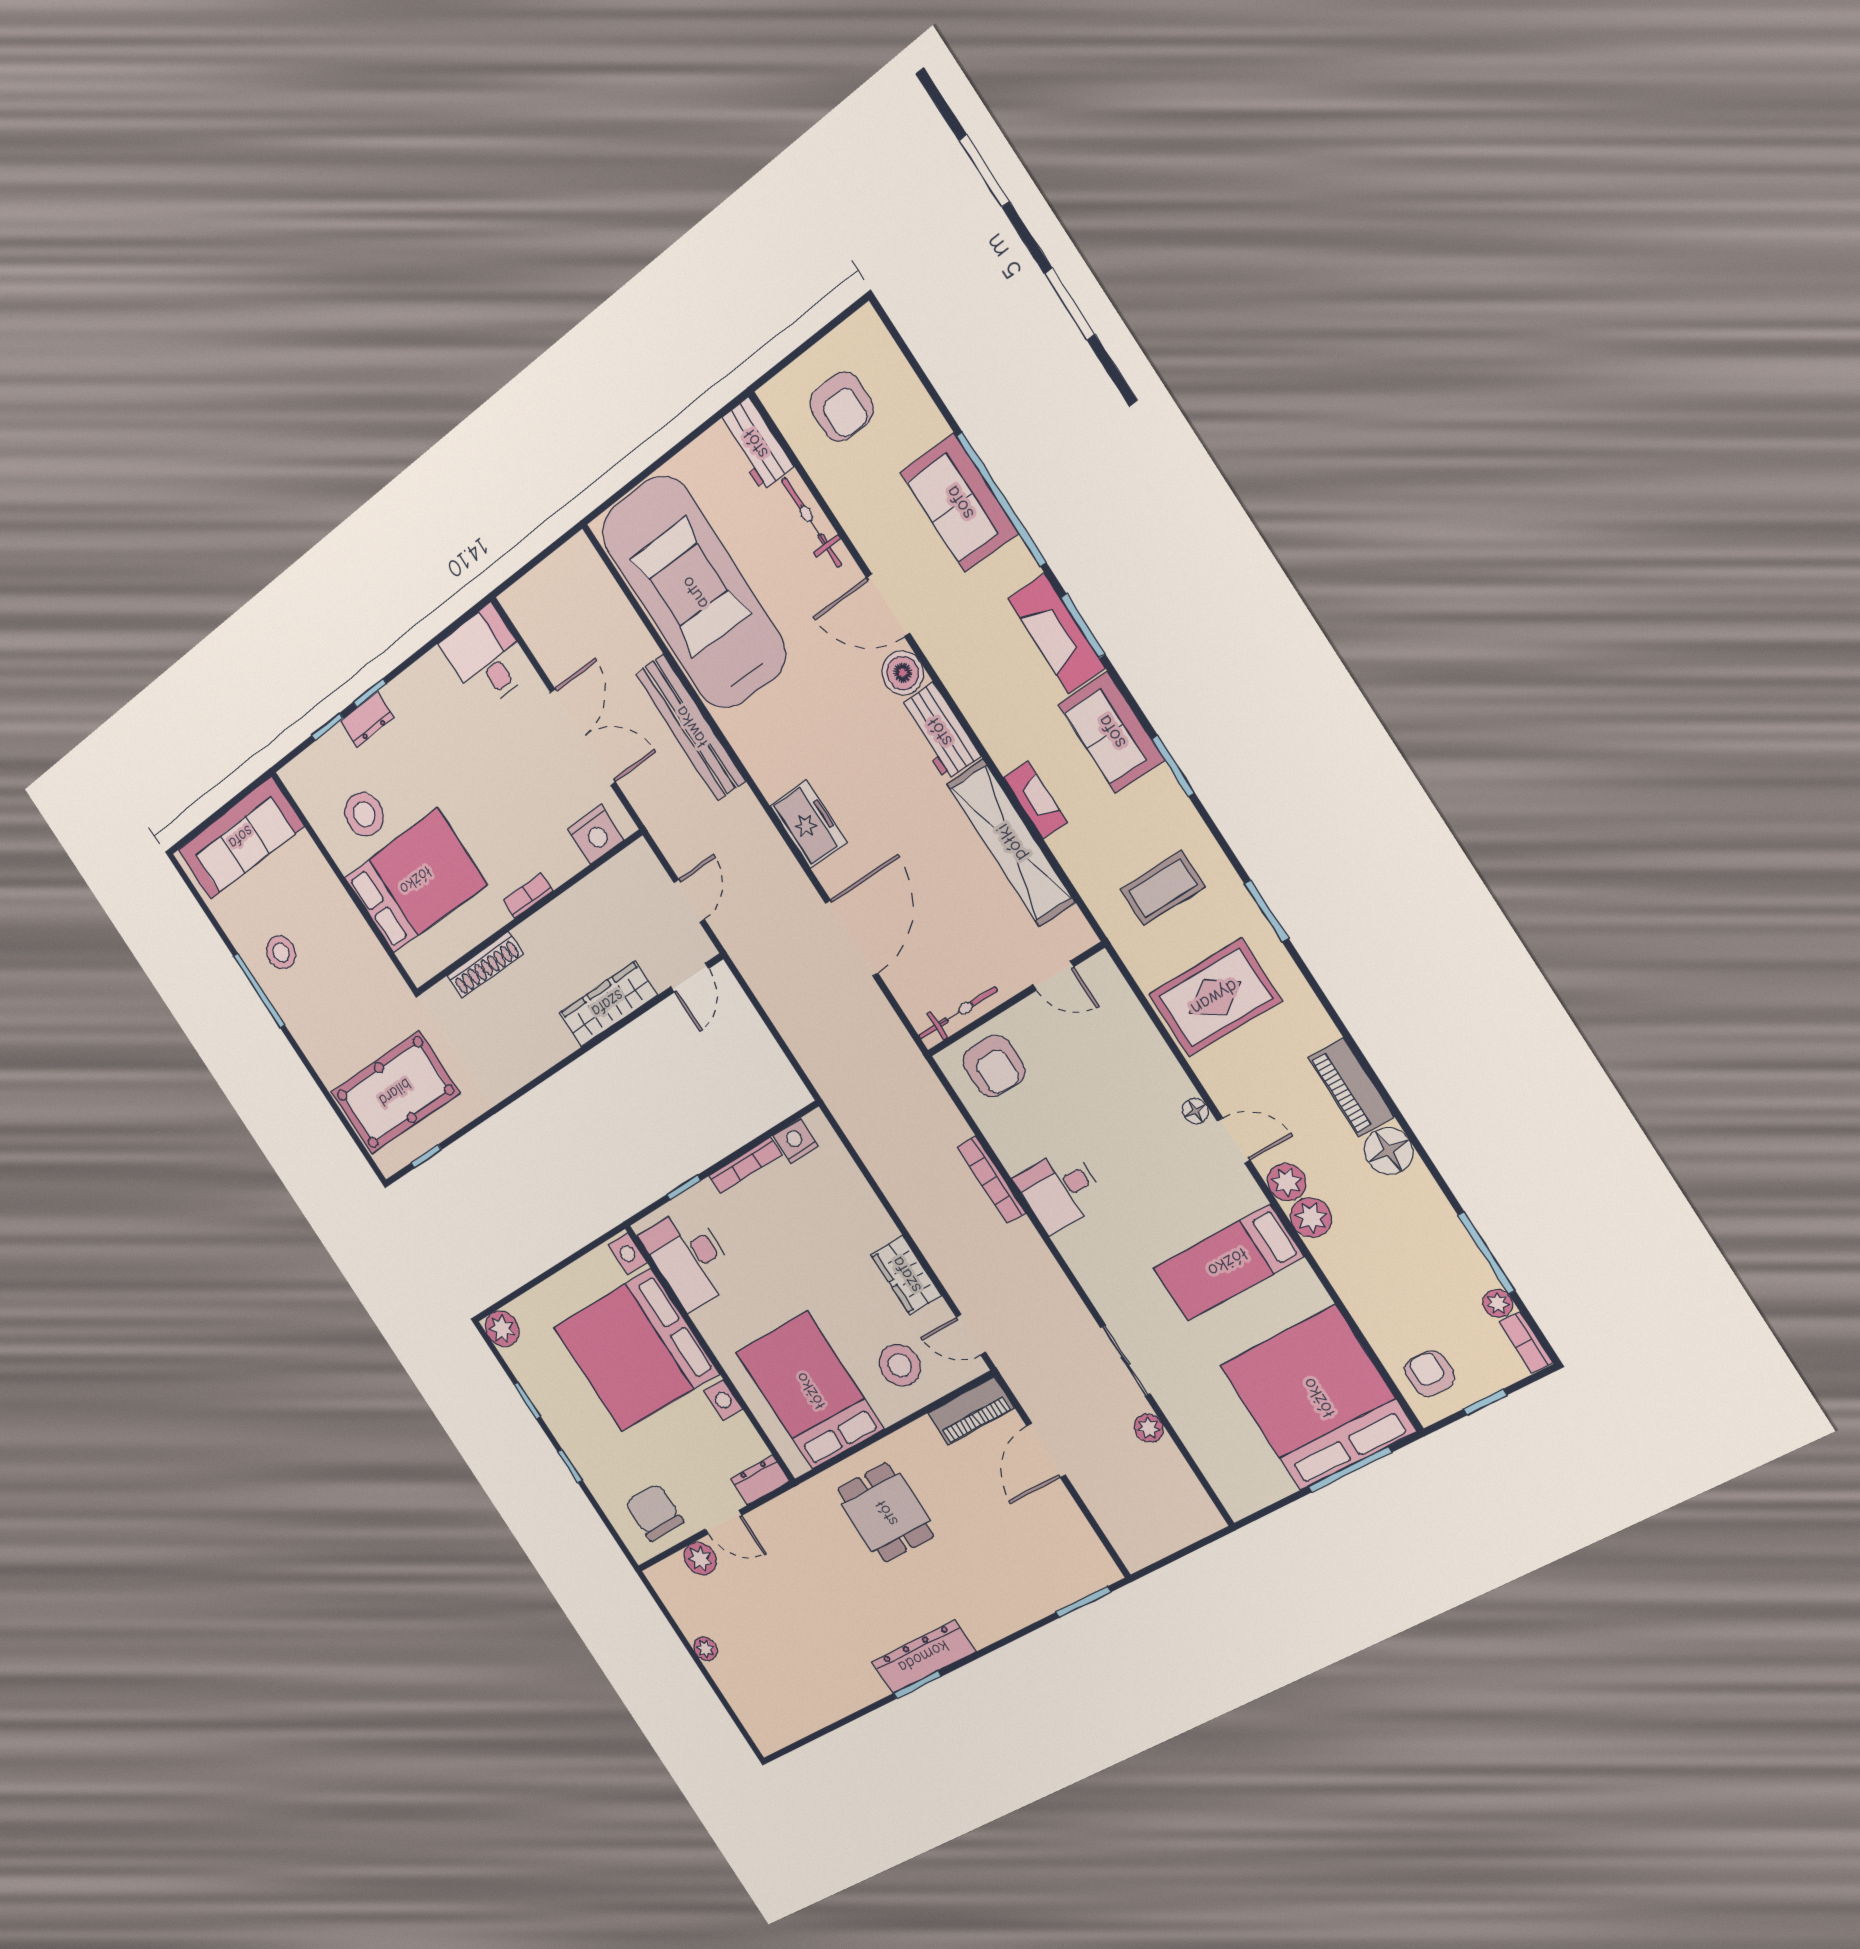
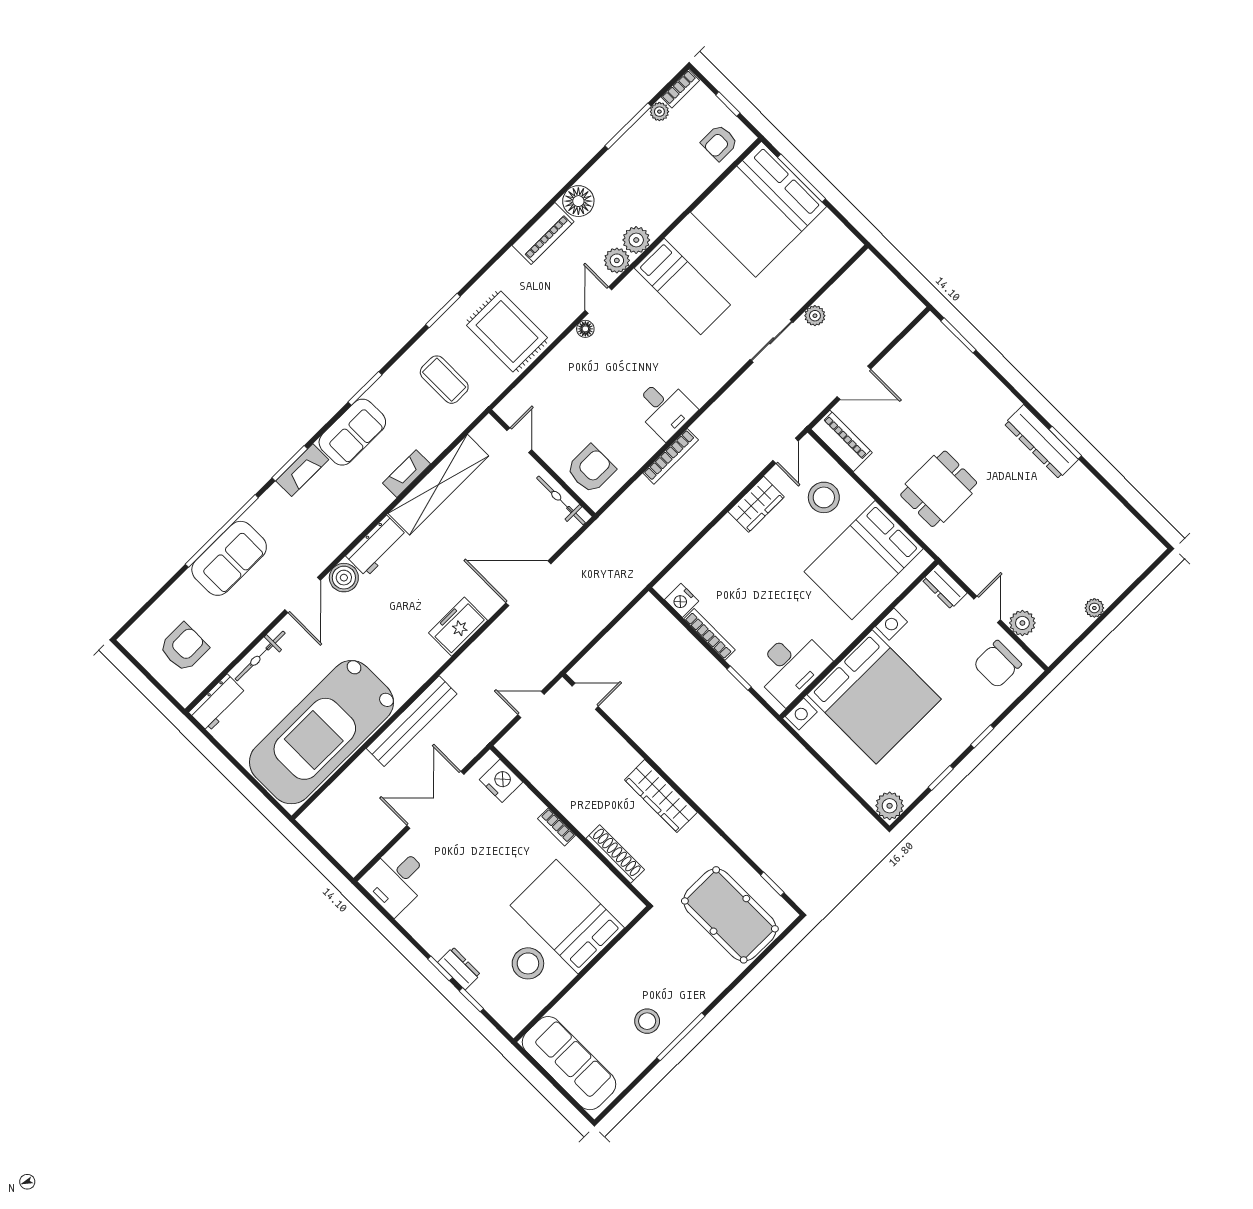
fireplace: (1057, 634) -> (302, 470), width x0.73, depth x0.76
wardrobe: (608, 1004) -> (661, 796), moved

